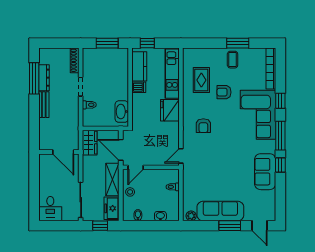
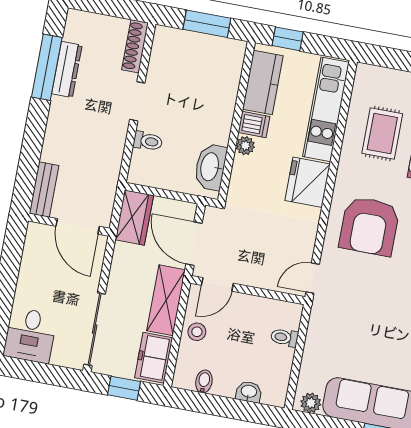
plant: (137, 98) -> (245, 146), added
bench: (44, 105) -> (44, 189), moved
armchair: (203, 126) -> (369, 226), width x1.88, depth x1.88

